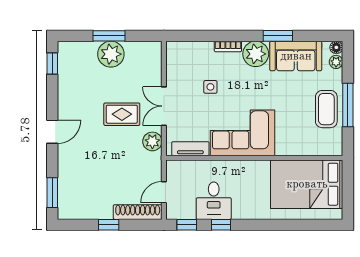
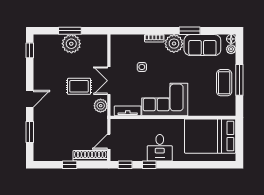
window: (52, 193) -> (30, 132), moved
desk: (214, 201) -> (160, 148), moved

